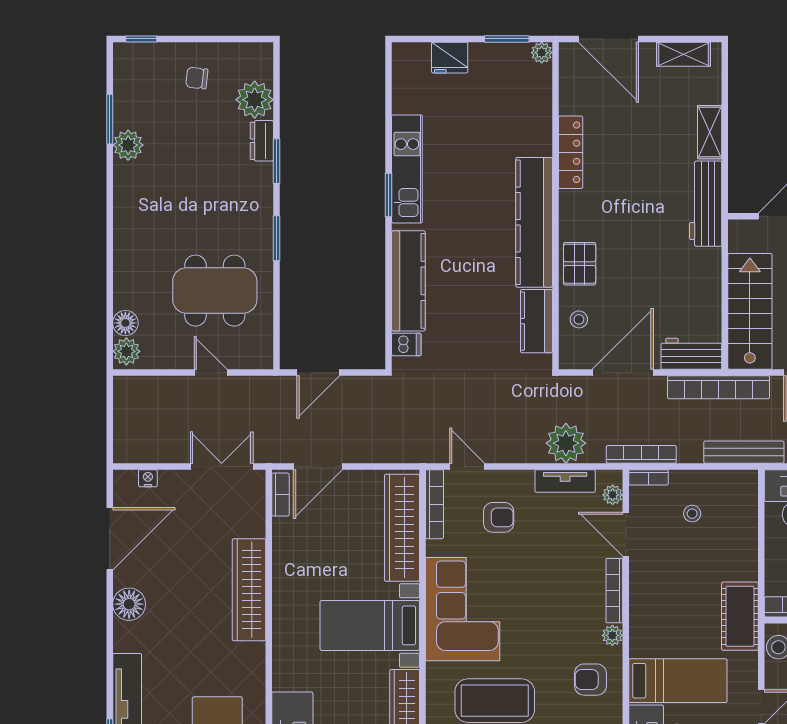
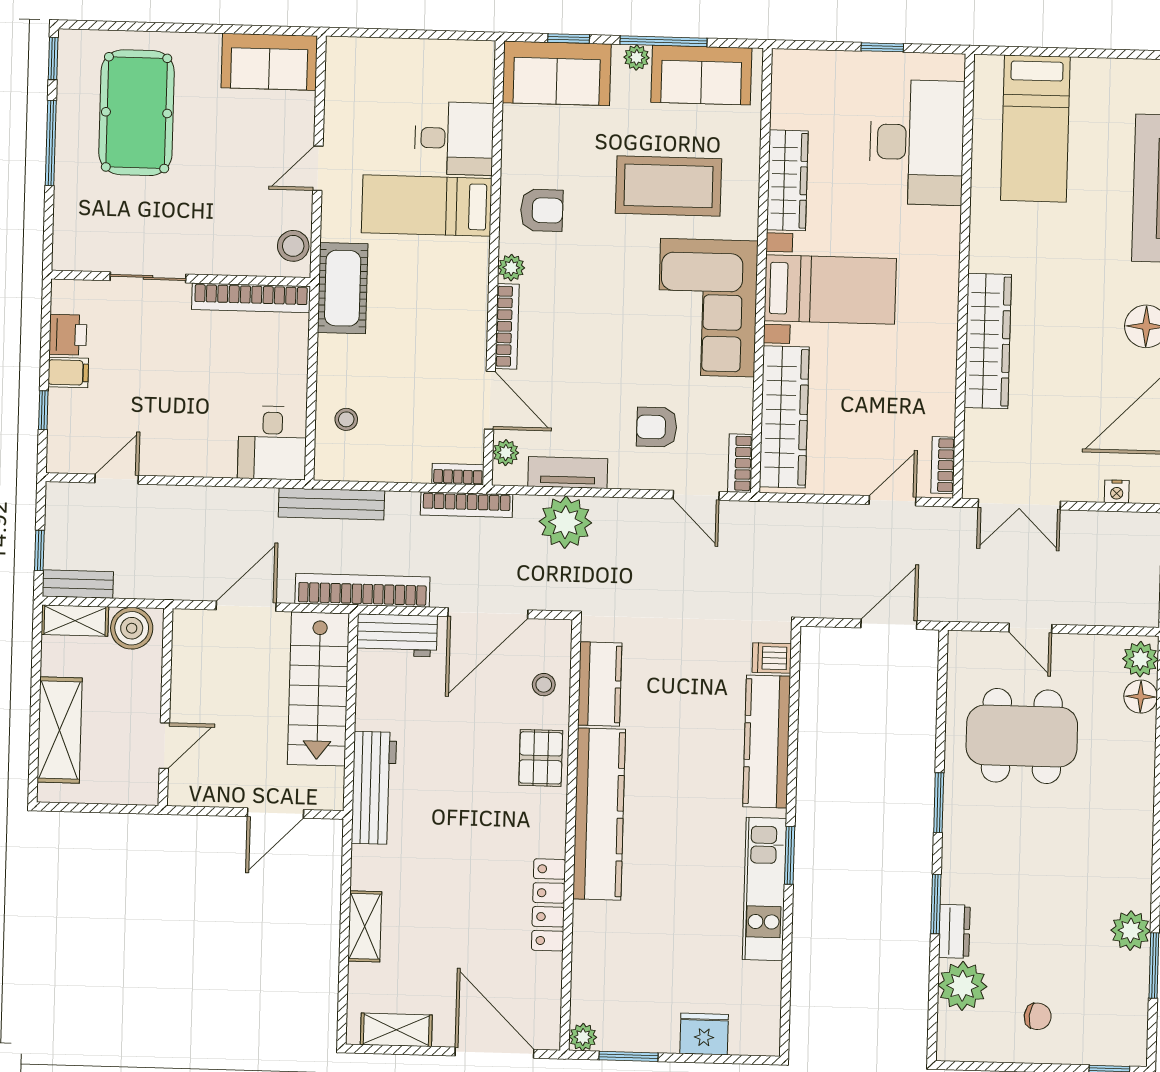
workbench: (706, 204) -> (374, 788), moved
door: (318, 466) -> (893, 501), width x0.73
bookcase: (434, 504) -> (740, 463), width x0.64
stool: (692, 514) -> (346, 419), moved

